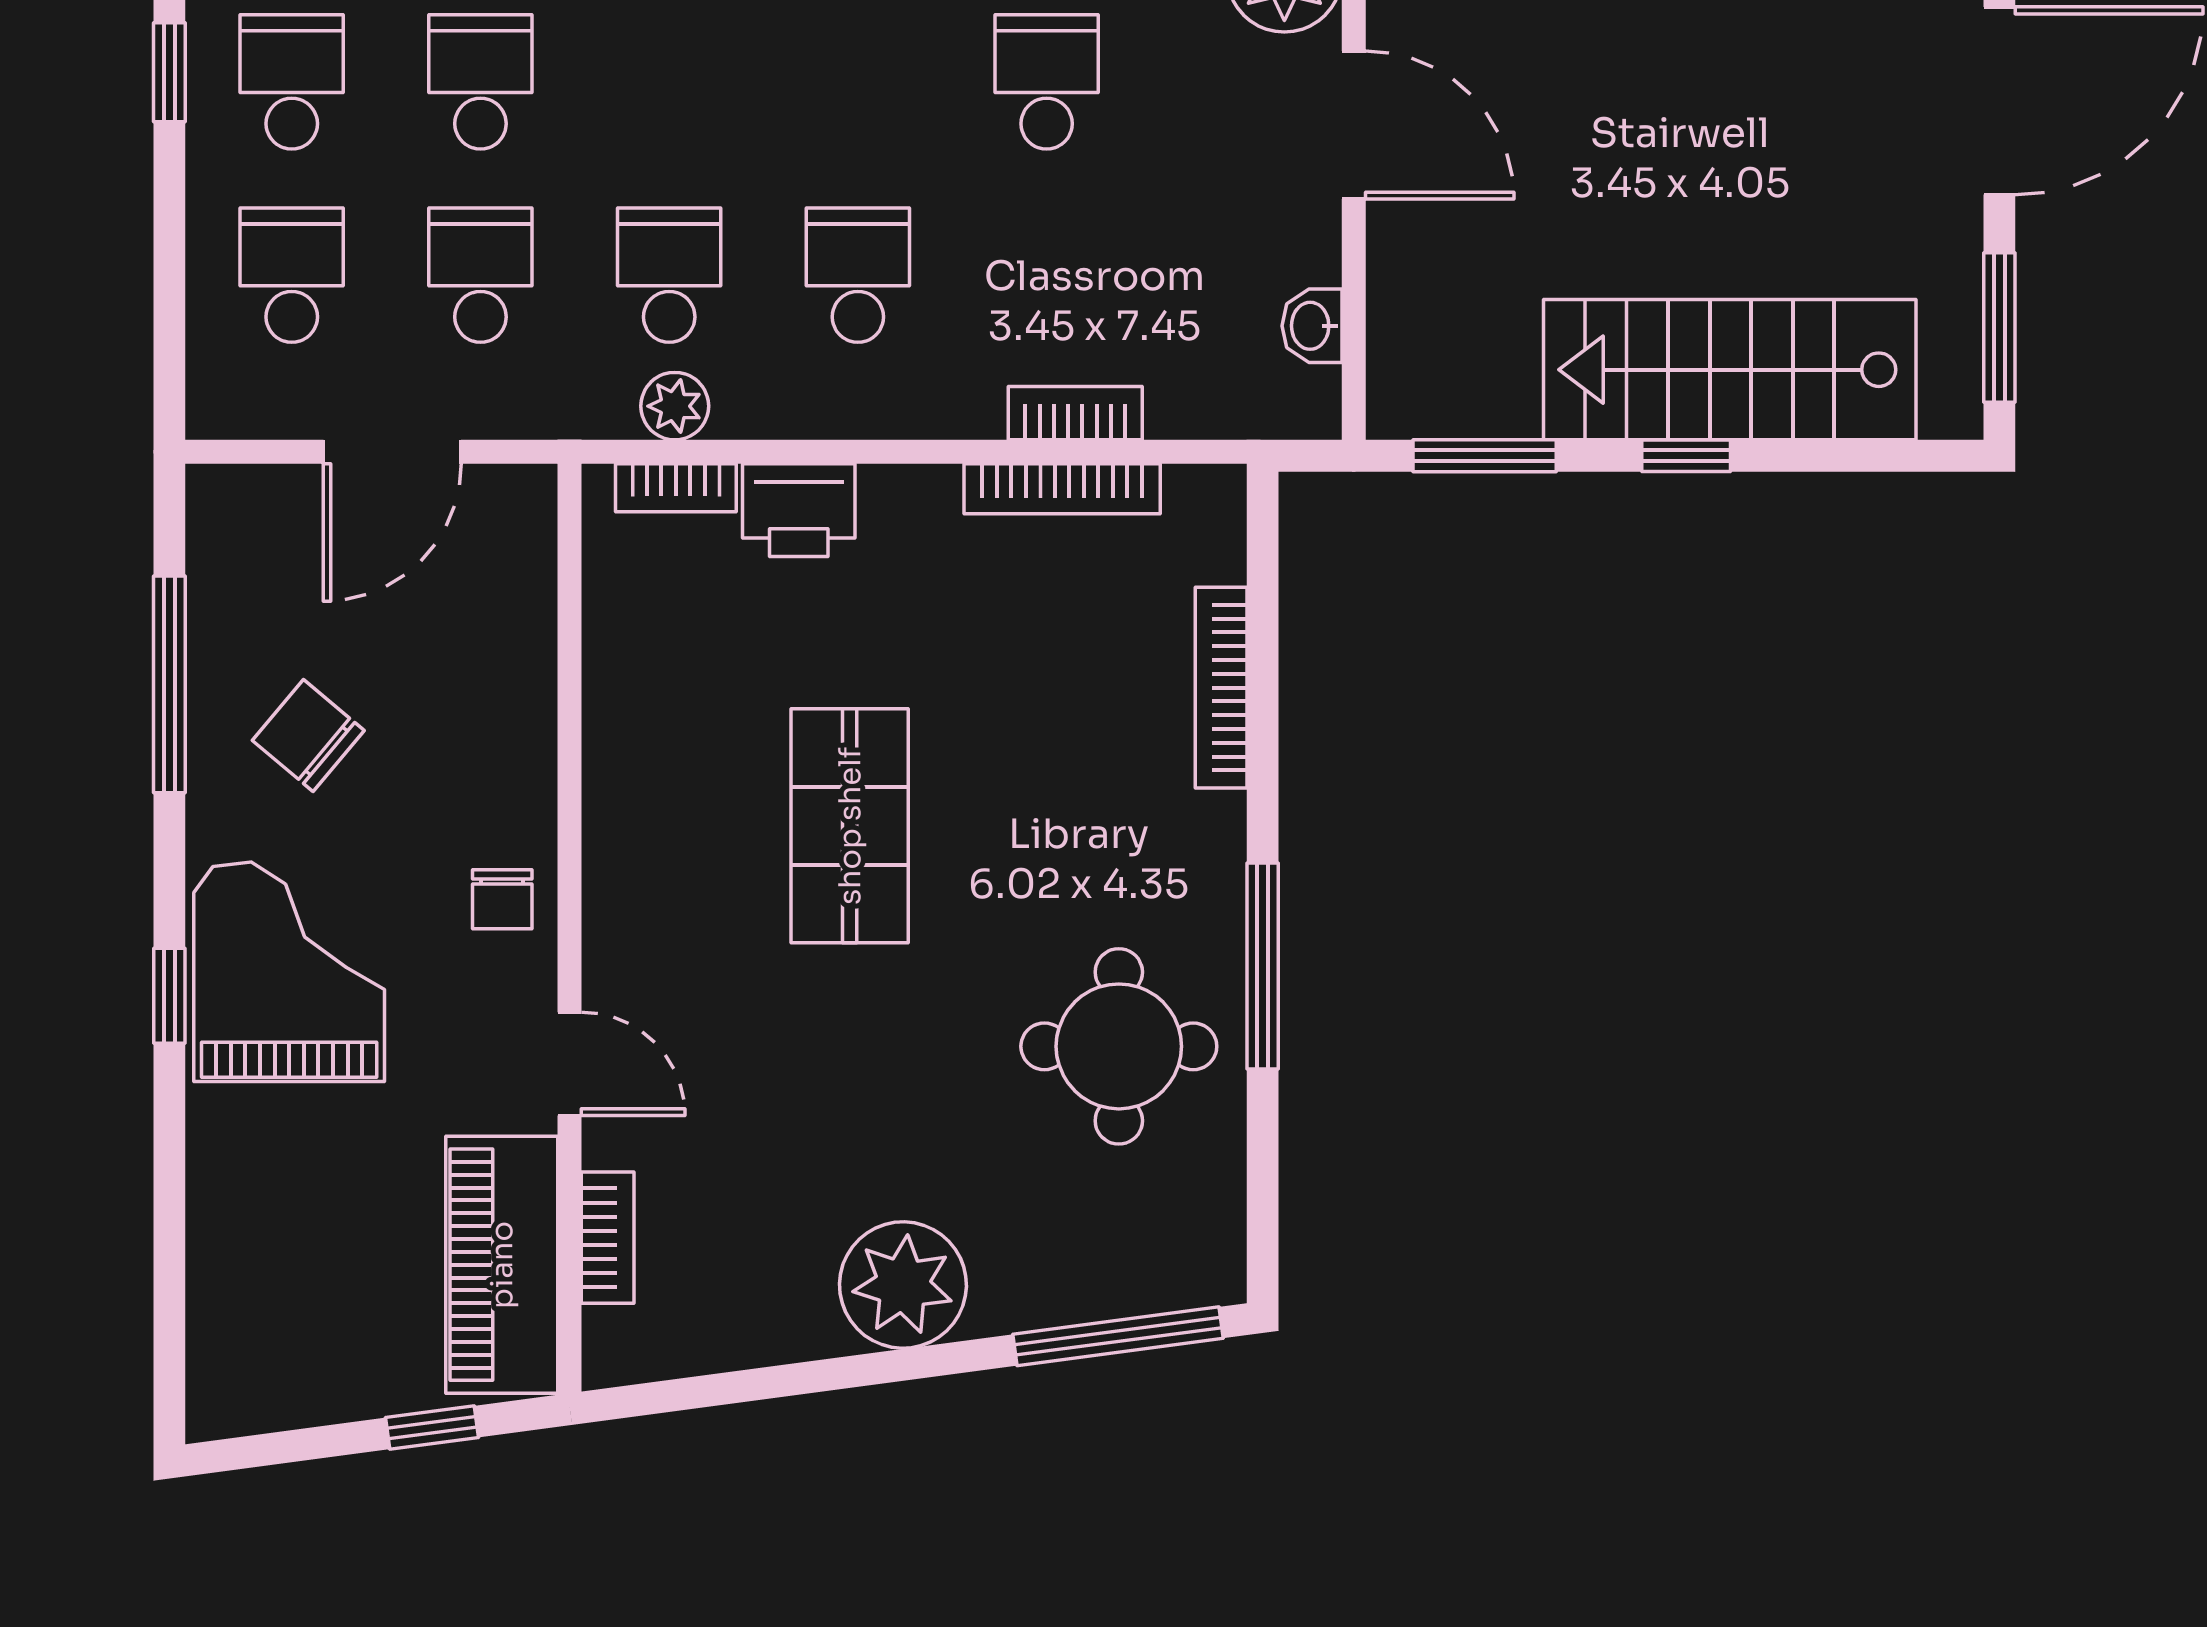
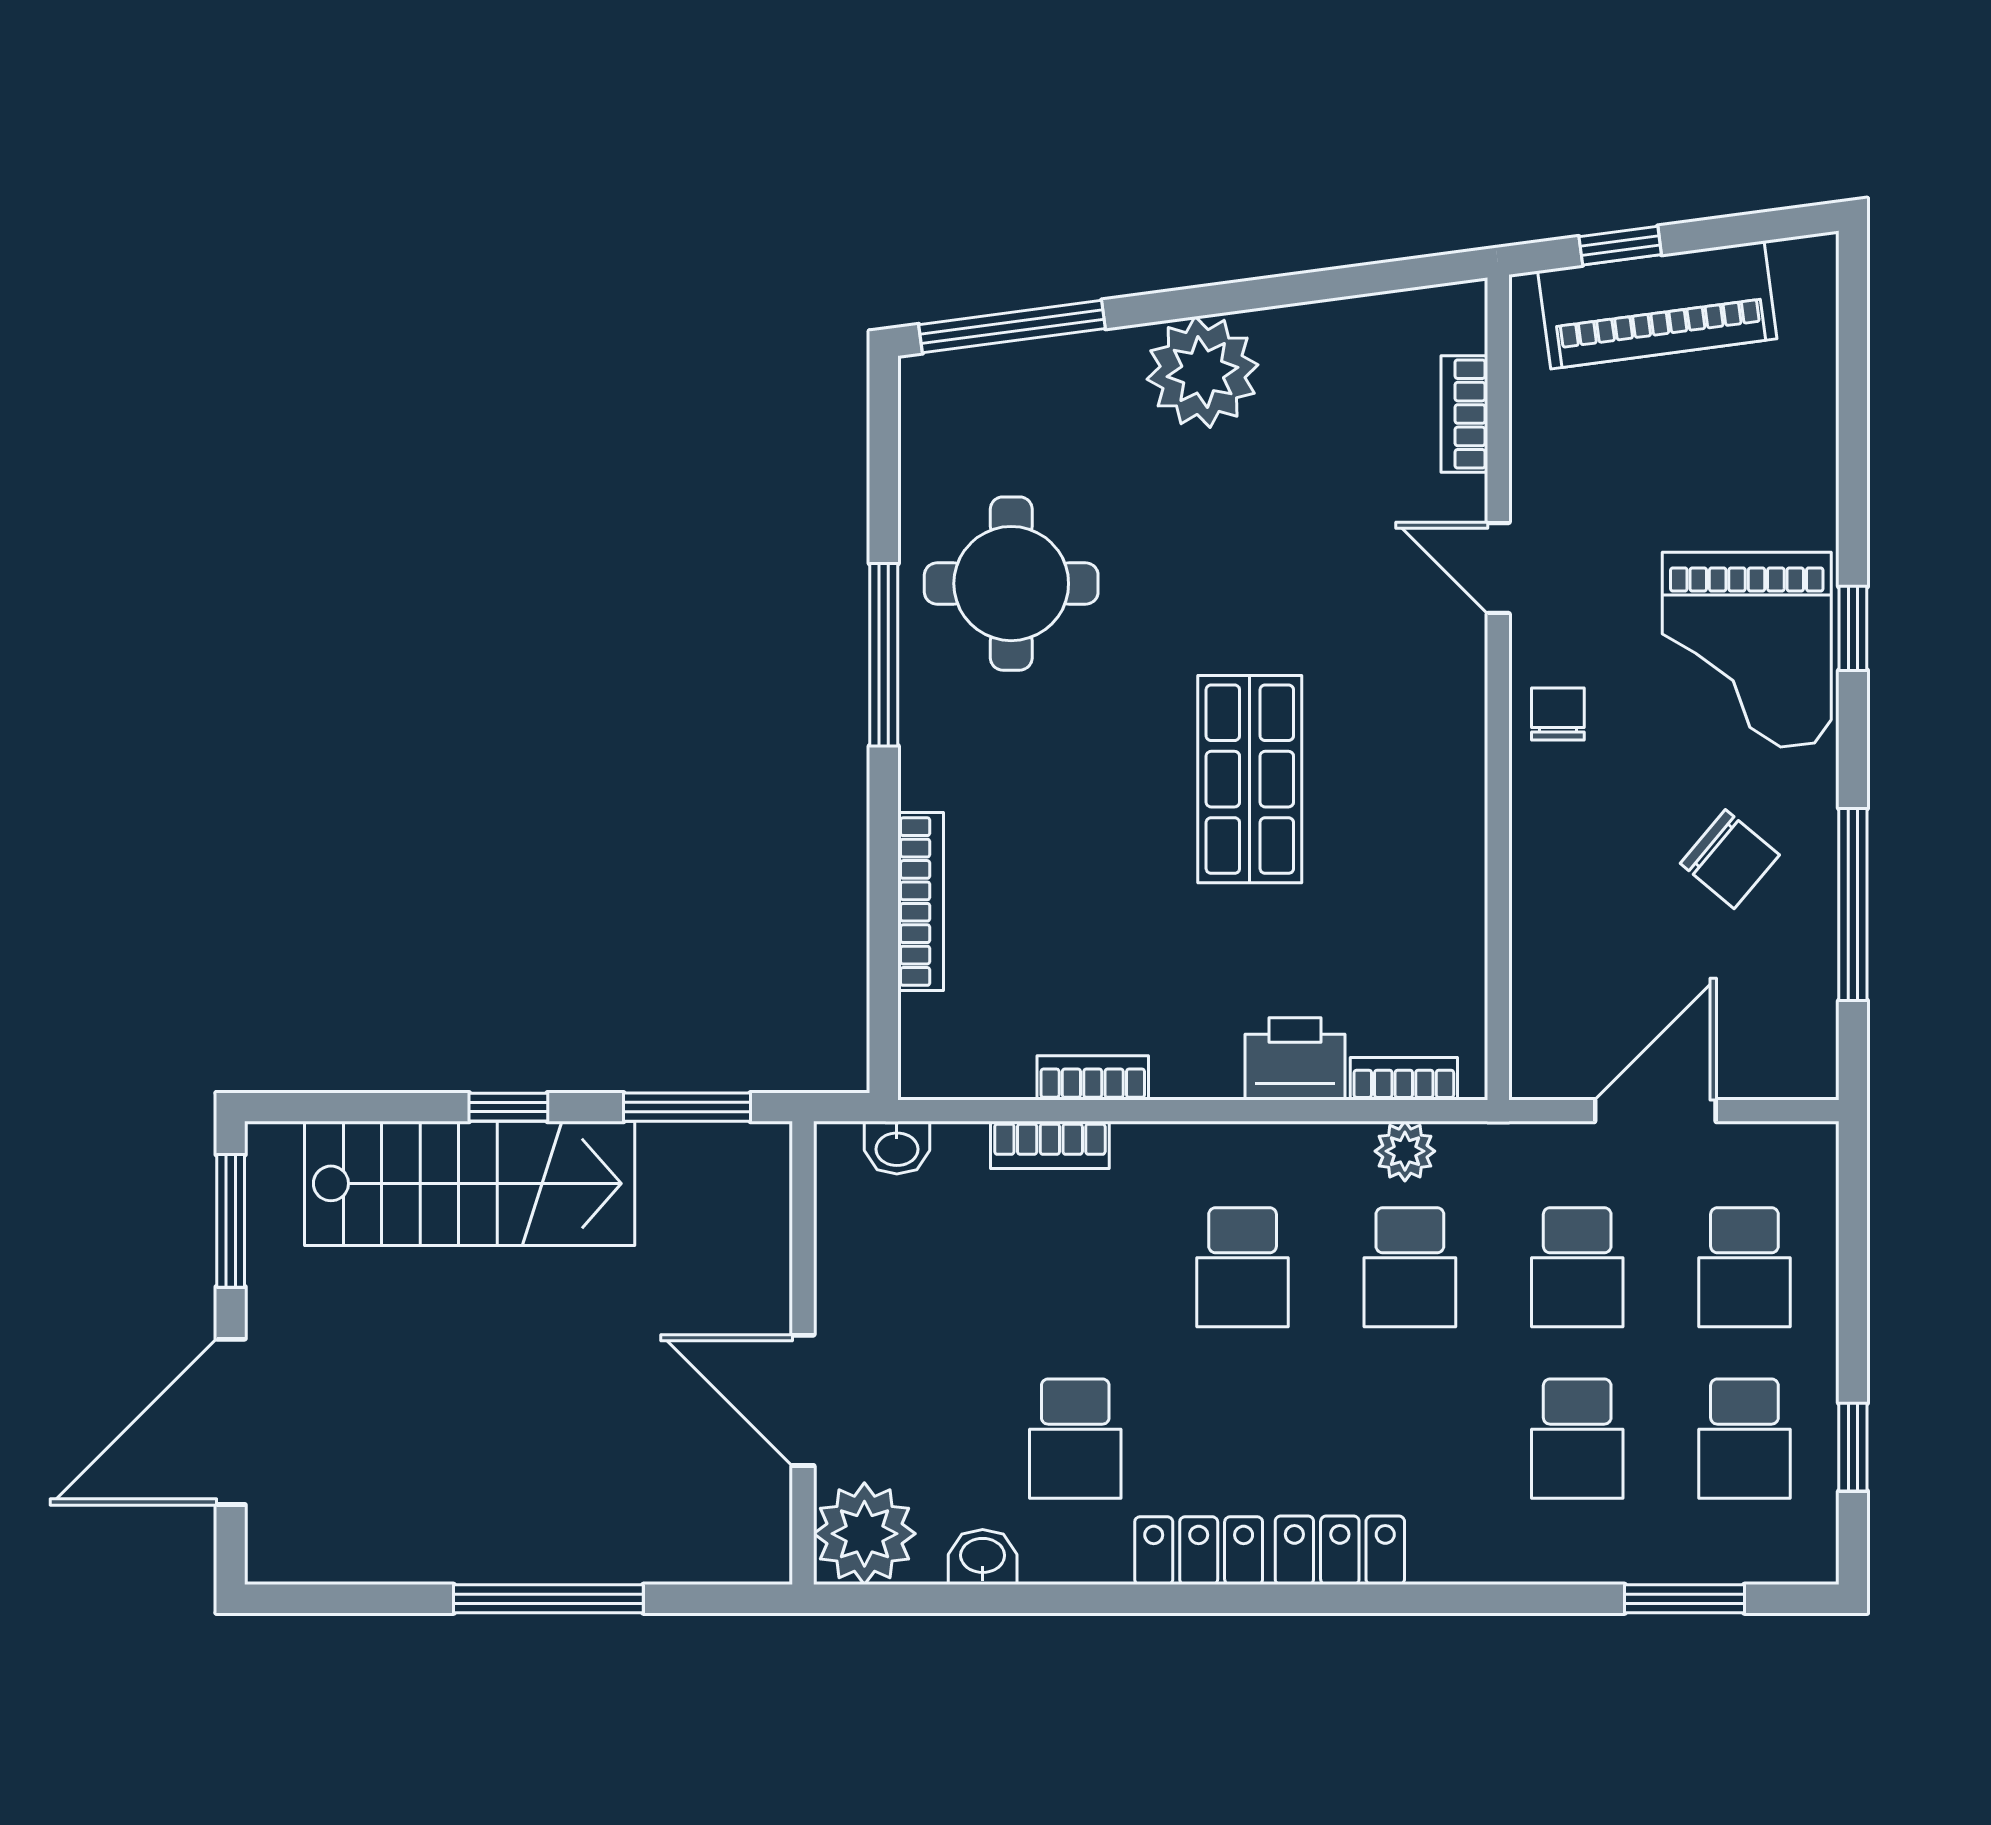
washbasin: (1312, 326) -> (897, 1148), moved, turned 90
bookcase: (1062, 489) -> (1093, 1078), width x0.64
piano: (502, 1265) -> (1657, 305), moved, turned 82

